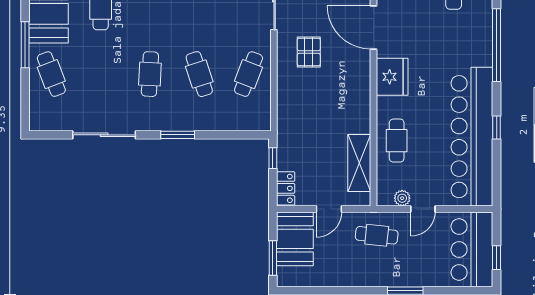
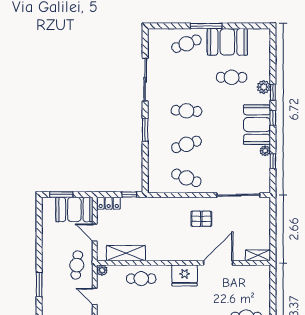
plant: (402, 198) -> (102, 270), moved

